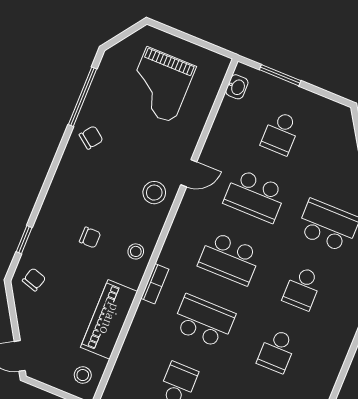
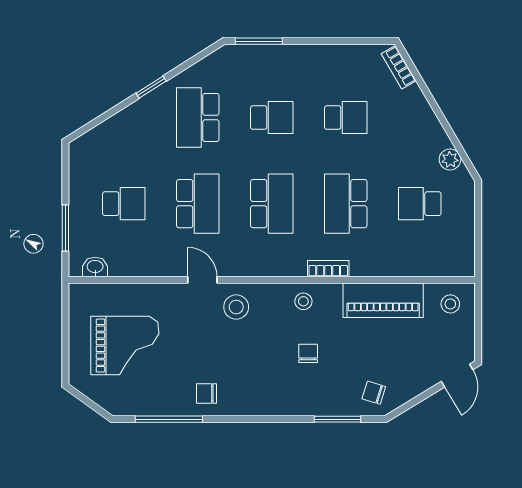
chair: (91, 137) -> (207, 394), turned -37
window: (24, 240) -> (337, 419), width x1.50

